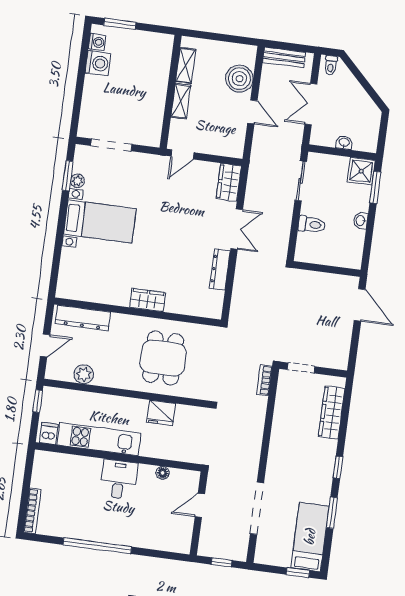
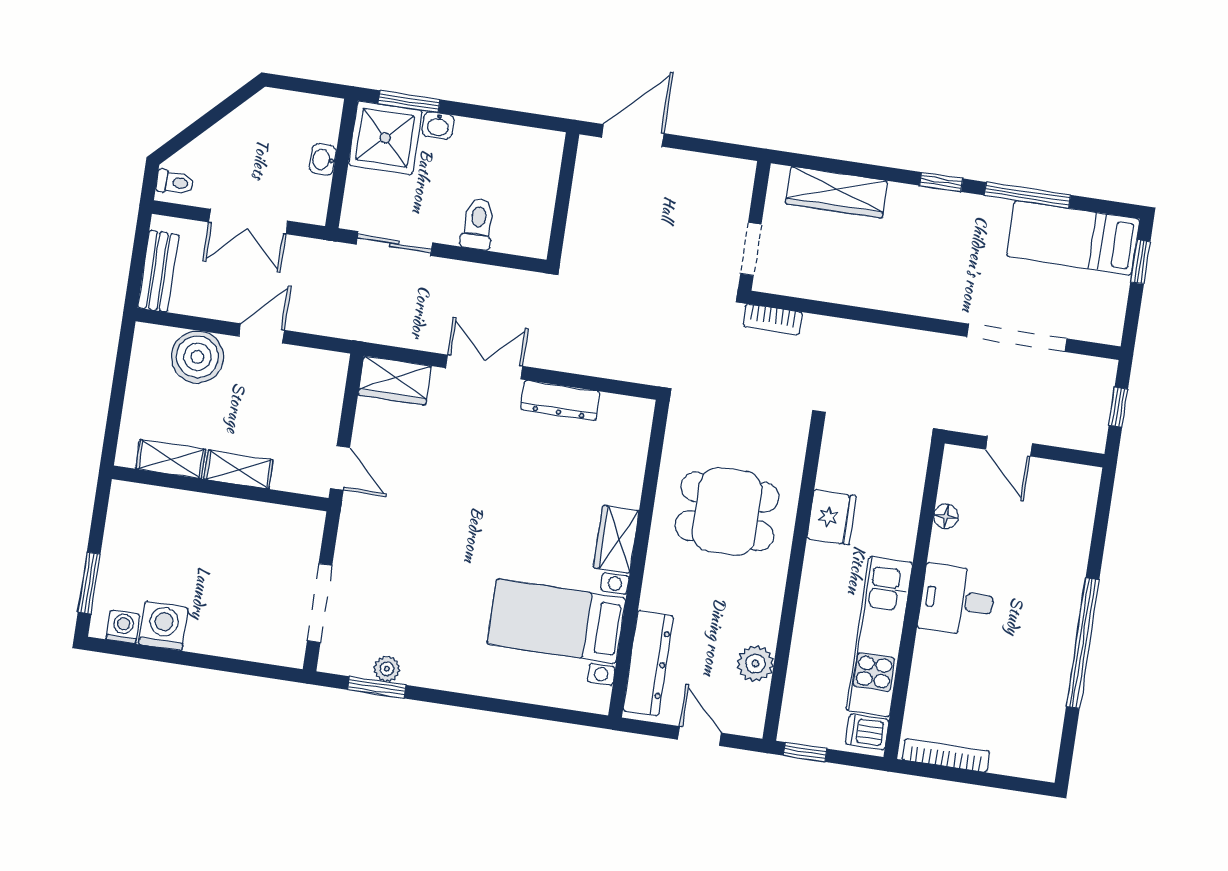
shower: (361, 171) -> (385, 138), width x1.36, depth x1.36
bed with nightstands: (100, 221) -> (556, 621), moved, turned -90
washbasin: (361, 221) -> (438, 125), moved
bookcase: (32, 511) -> (946, 755), moved
window: (332, 513) -> (1028, 195), width x1.44

